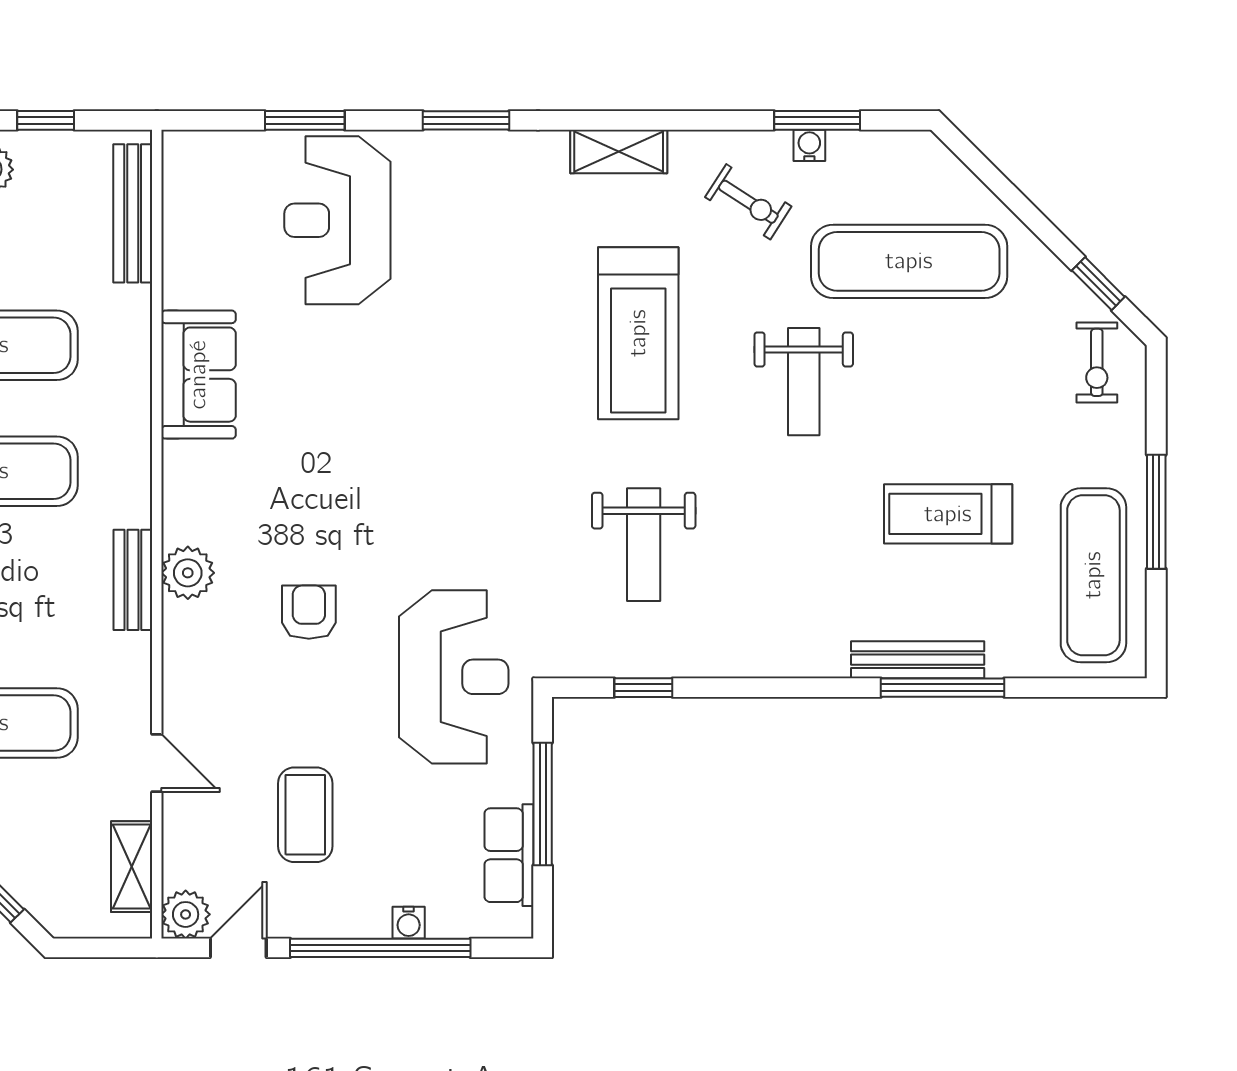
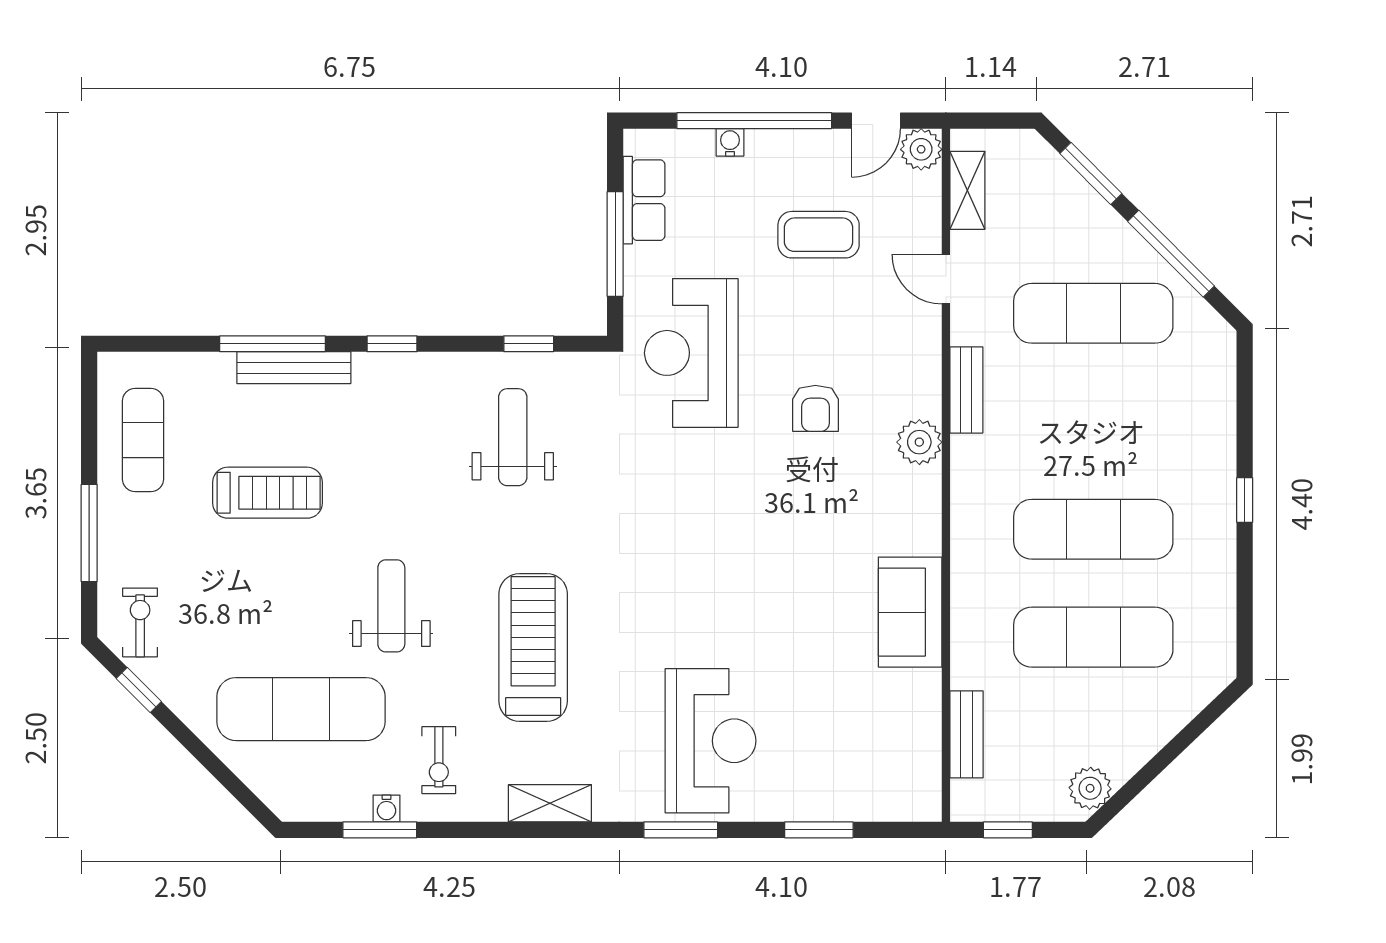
window: (46, 120) -> (1008, 830), moved
exercise bike: (748, 202) -> (439, 760), turned -123
bench: (133, 213) -> (966, 734), width x0.73
reception desk: (337, 220) -> (711, 741), moved
window: (1156, 512) -> (89, 533), moved
weight bench: (644, 545) -> (513, 437), moved
exercise mat: (1093, 575) -> (143, 440), width x0.73, depth x0.69
bench: (133, 580) -> (966, 390), moved
window: (803, 688) -> (392, 344), added
coffee table: (305, 815) -> (819, 235), turned 90

